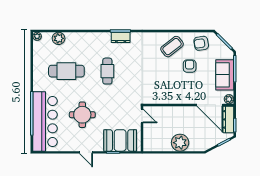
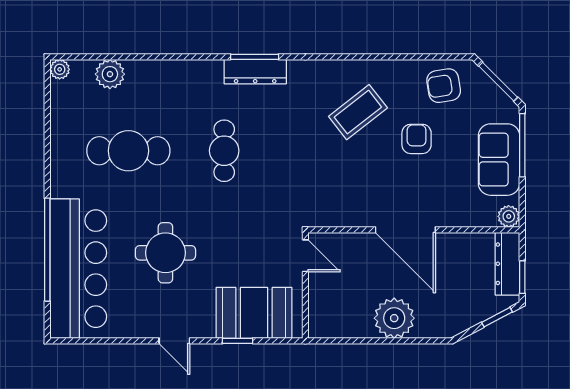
dresser: (121, 37) -> (255, 72), width x1.44
coffee table: (172, 47) -> (358, 112), moved
door: (210, 105) -> (405, 230), moved

